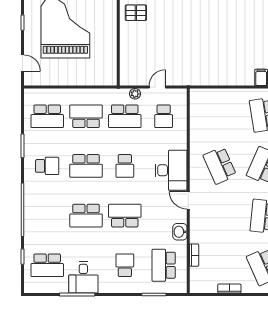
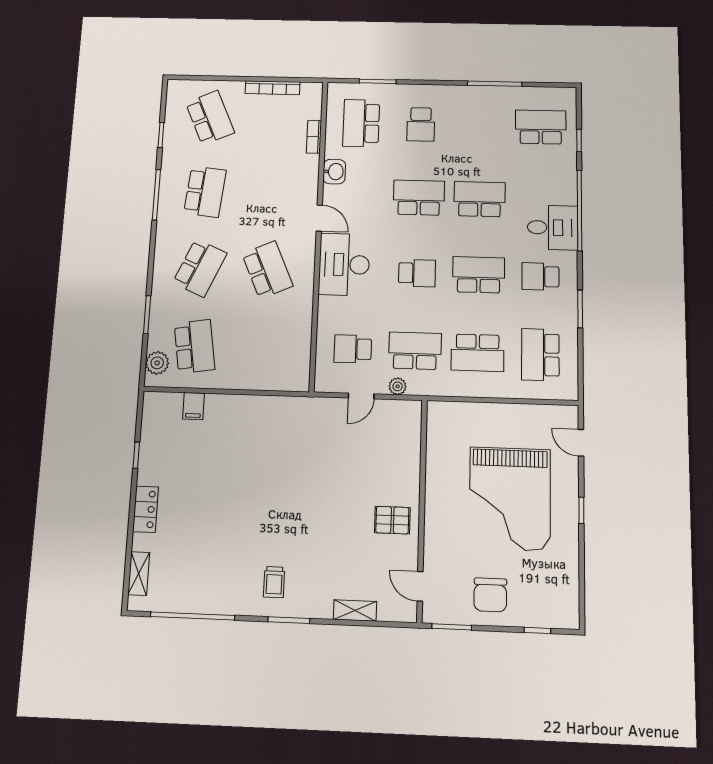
school desk: (47, 116) -> (540, 355), turned -90
school desk: (164, 116) -> (353, 349), turned -90
school desk: (125, 166) -> (417, 273), turned 90
school desk: (125, 216) -> (419, 198), turned 180
school desk: (164, 265) -> (361, 123), turned 180
desk: (83, 277) -> (553, 228), moved, turned 90
bookcase: (229, 289) -> (273, 88), width x1.56

